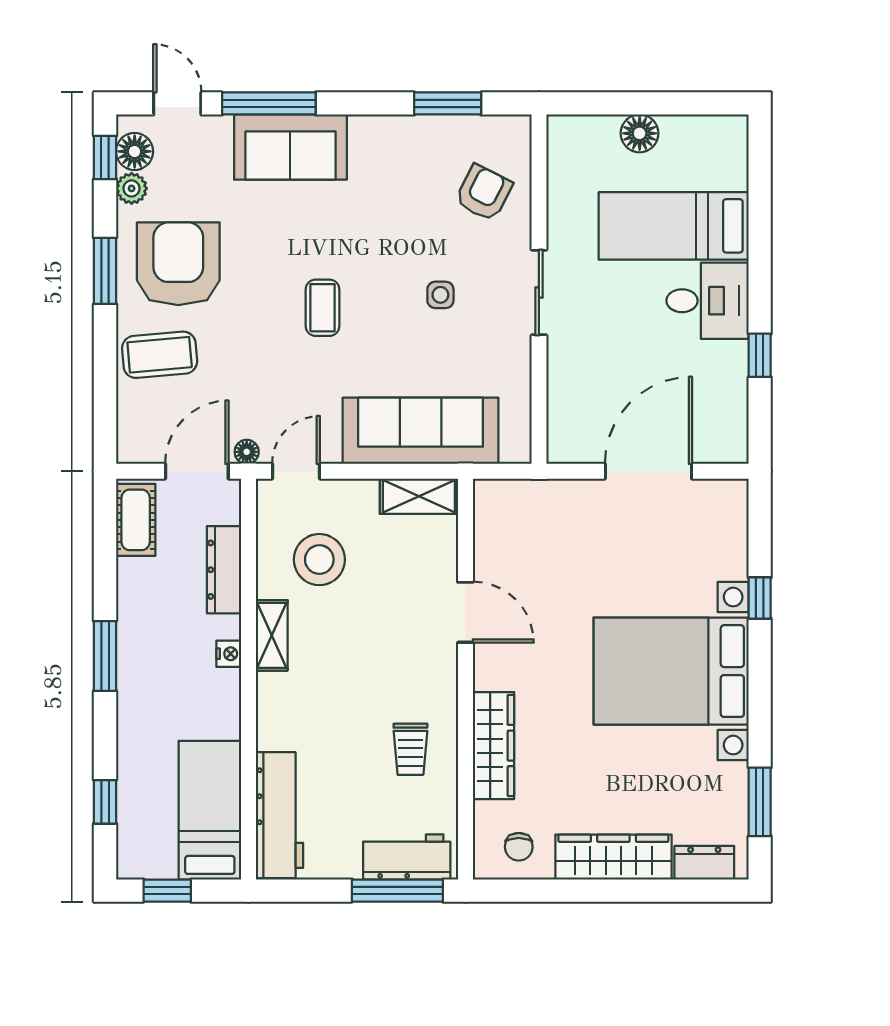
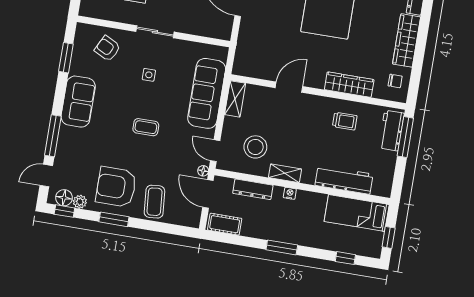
sofa: (290, 147) -> (78, 102), moved
workbench: (279, 815) -> (344, 180), moved

